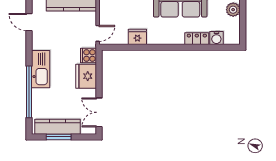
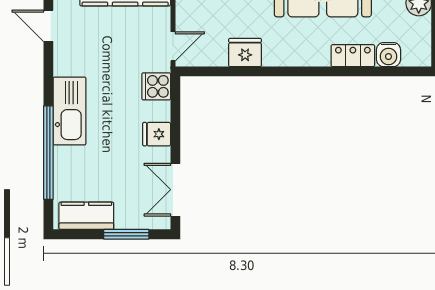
fridge: (86, 76) -> (157, 134), width x0.53, depth x0.75
kitchen counter: (58, 127) -> (86, 216), width x0.67
window: (59, 137) -> (126, 234), moved

